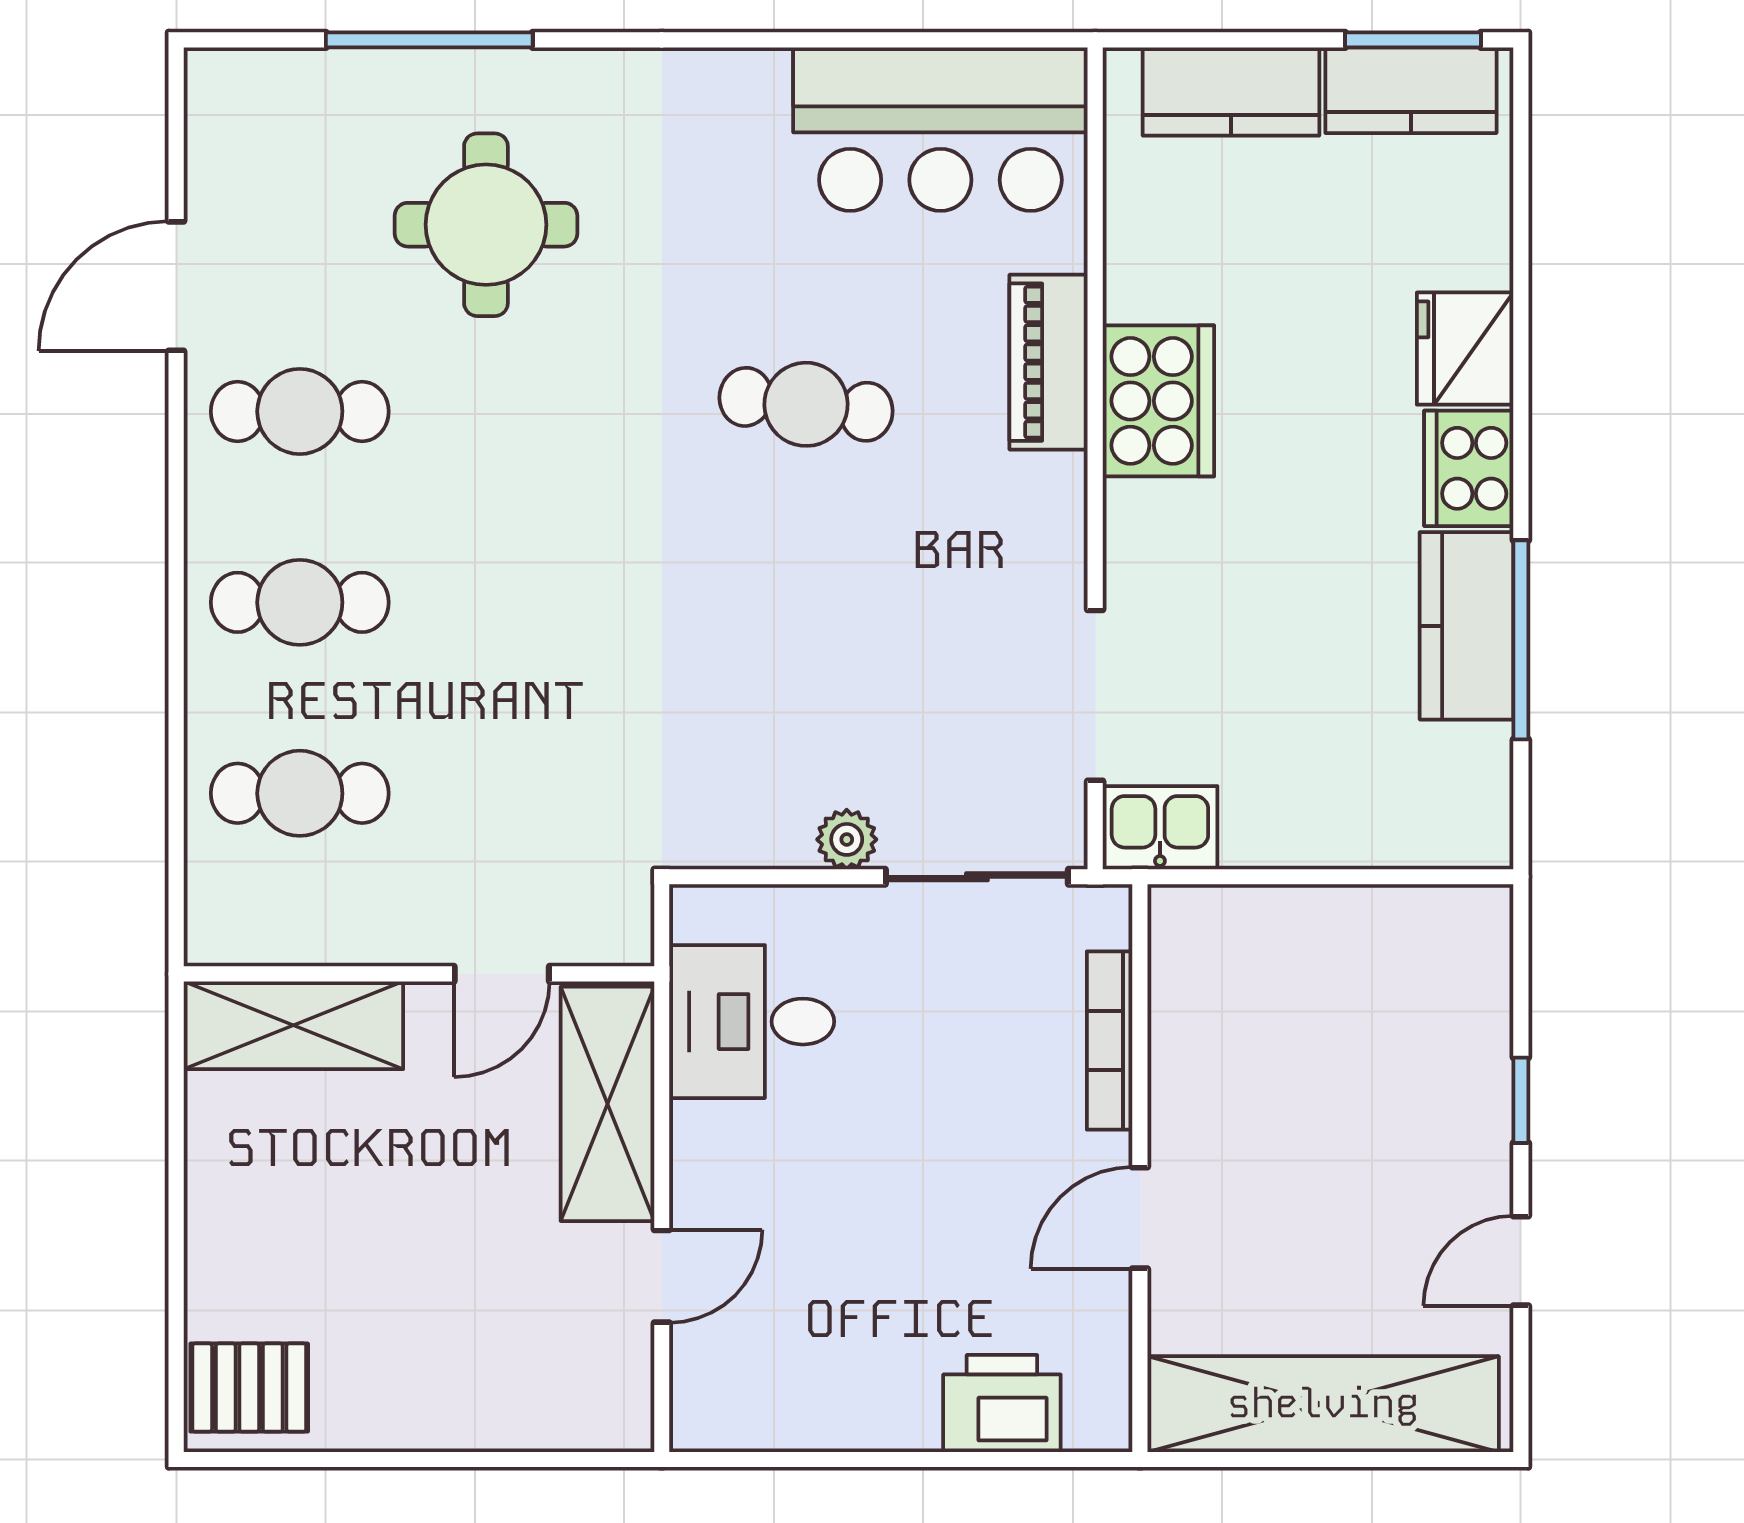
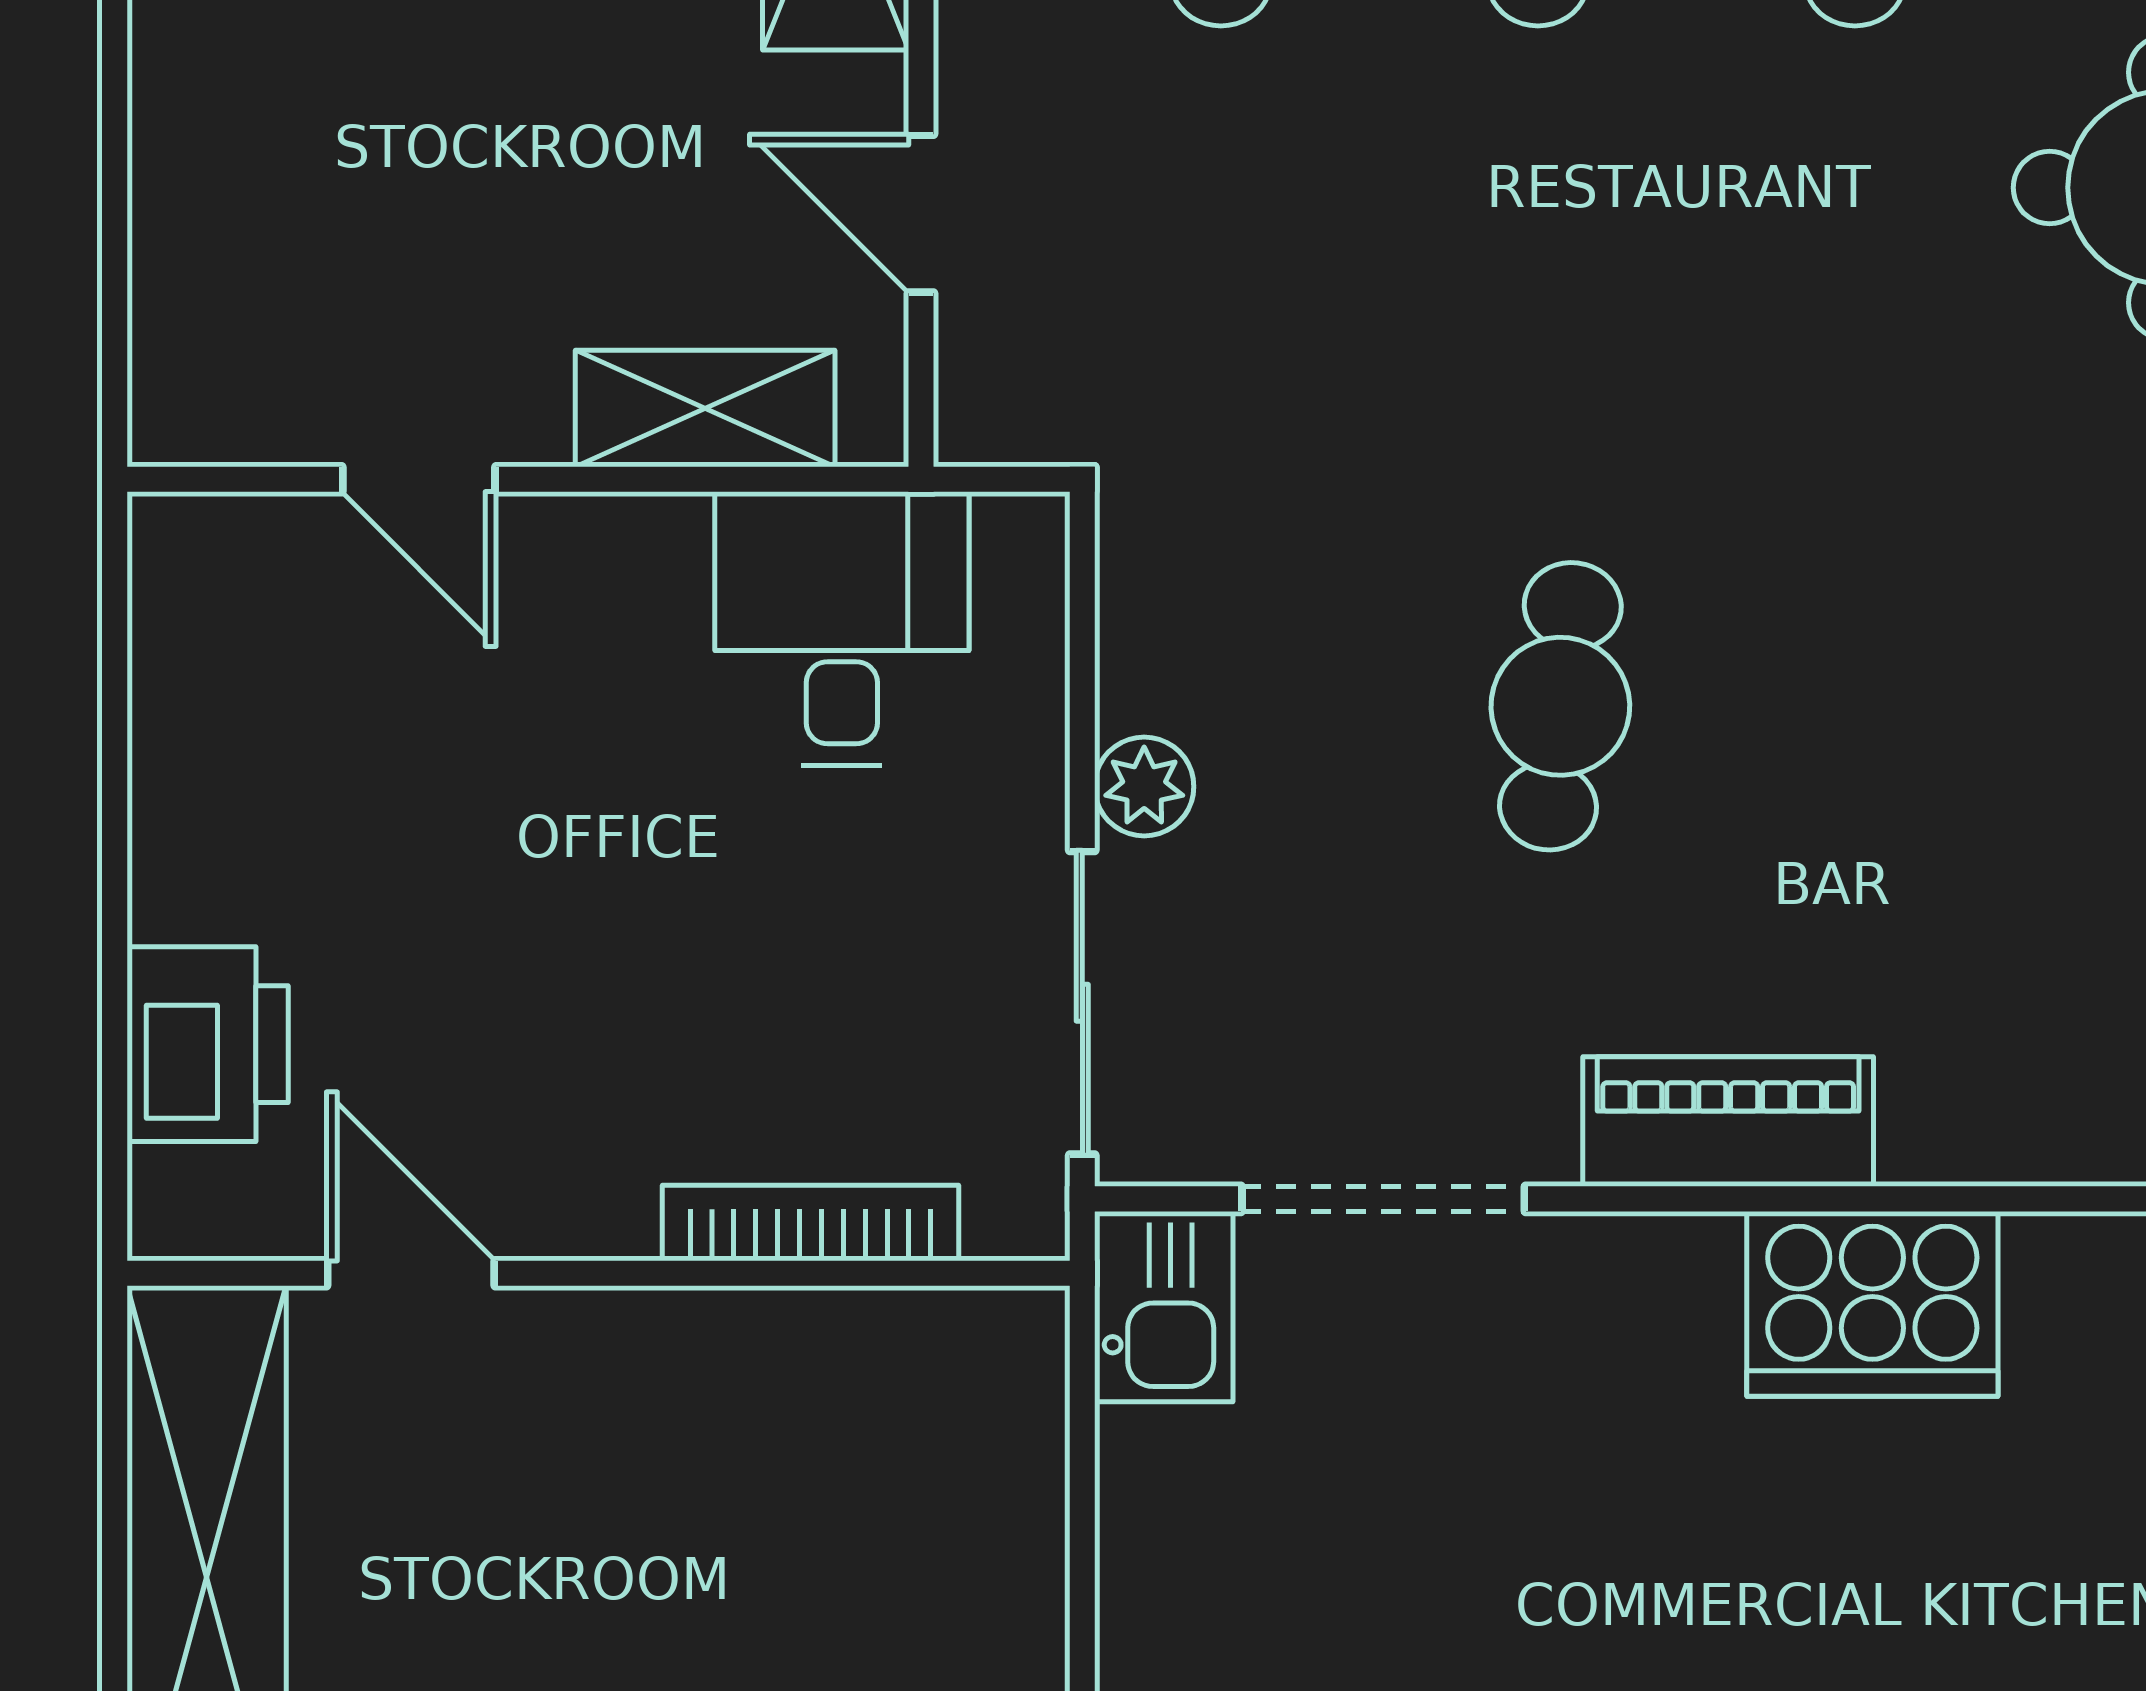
piano: (1048, 362) -> (1728, 1122), moved
cafe table: (806, 404) -> (1560, 706), moved
shelving: (607, 1104) -> (705, 409), width x0.67, depth x0.75
door: (1140, 1218) -> (411, 1273), moved

